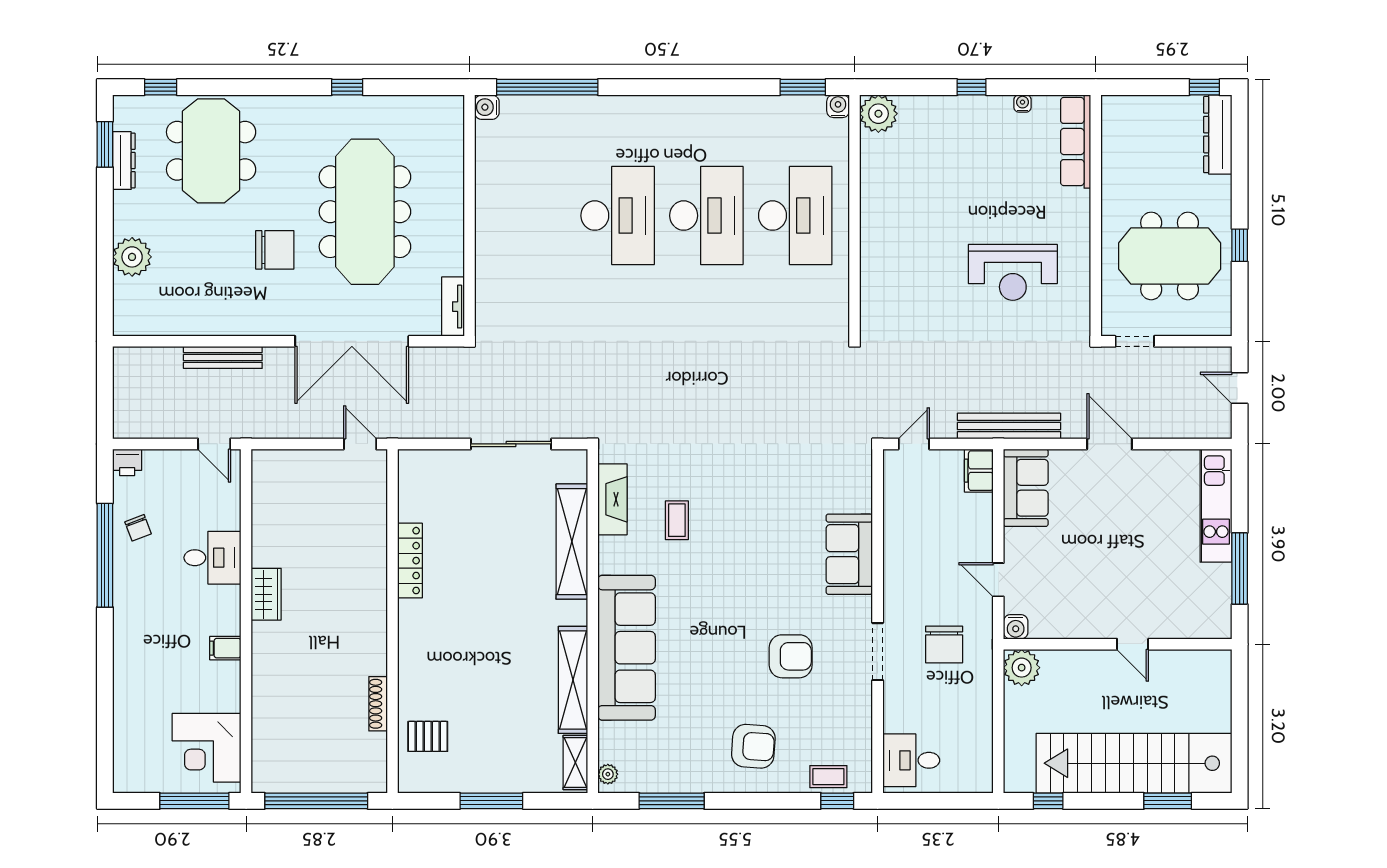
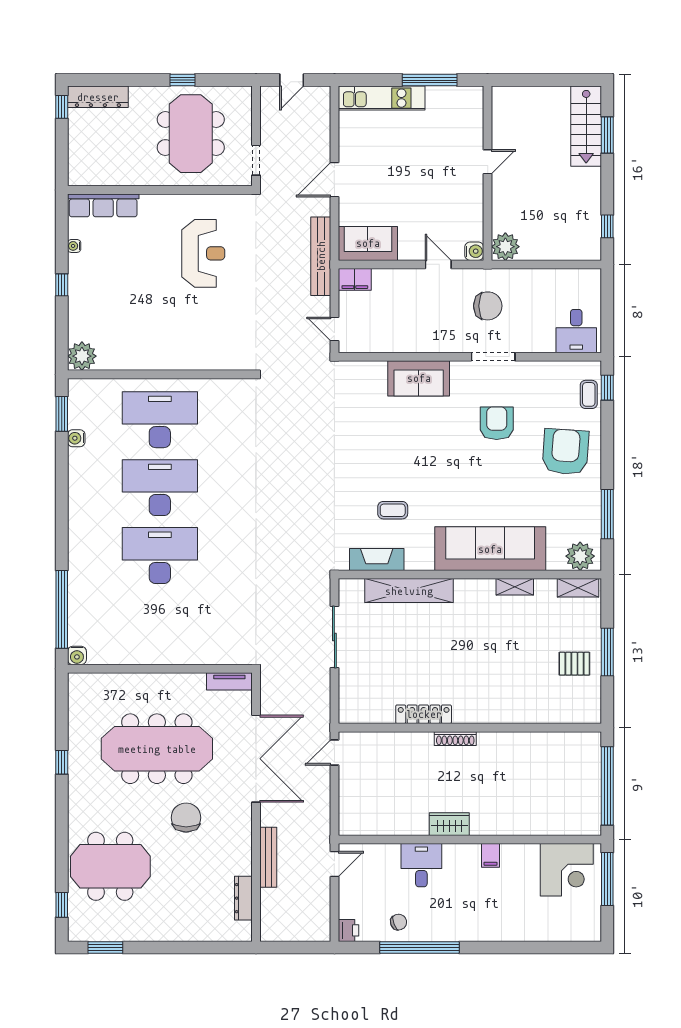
water cooler: (838, 106) -> (76, 438), moved
dresser: (124, 161) -> (243, 898), moved, turned -90
plant: (132, 257) -> (191, 927), removed
door: (998, 580) -> (438, 264), swing flipped
shelving: (573, 680) -> (515, 587), width x0.45, depth x0.75
shoe rack: (378, 704) -> (455, 739), moved
pallet: (428, 736) -> (574, 664), moved, turned 90
armchair: (753, 746) -> (566, 452), width x1.36, depth x1.36
stairs: (1134, 763) -> (586, 126), width x0.54, depth x0.66
plant: (608, 774) -> (580, 556), width x1.88, depth x1.88

